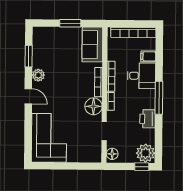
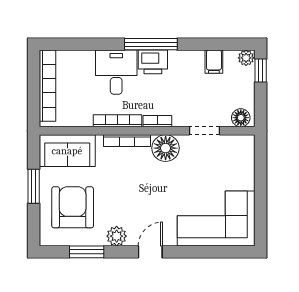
armchair: (57, 48) -> (73, 207), added
filing cabinet: (148, 56) -> (214, 62), moved
printer: (148, 119) -> (153, 62), moved
plant: (145, 153) -> (246, 58), width x0.53, depth x0.53

